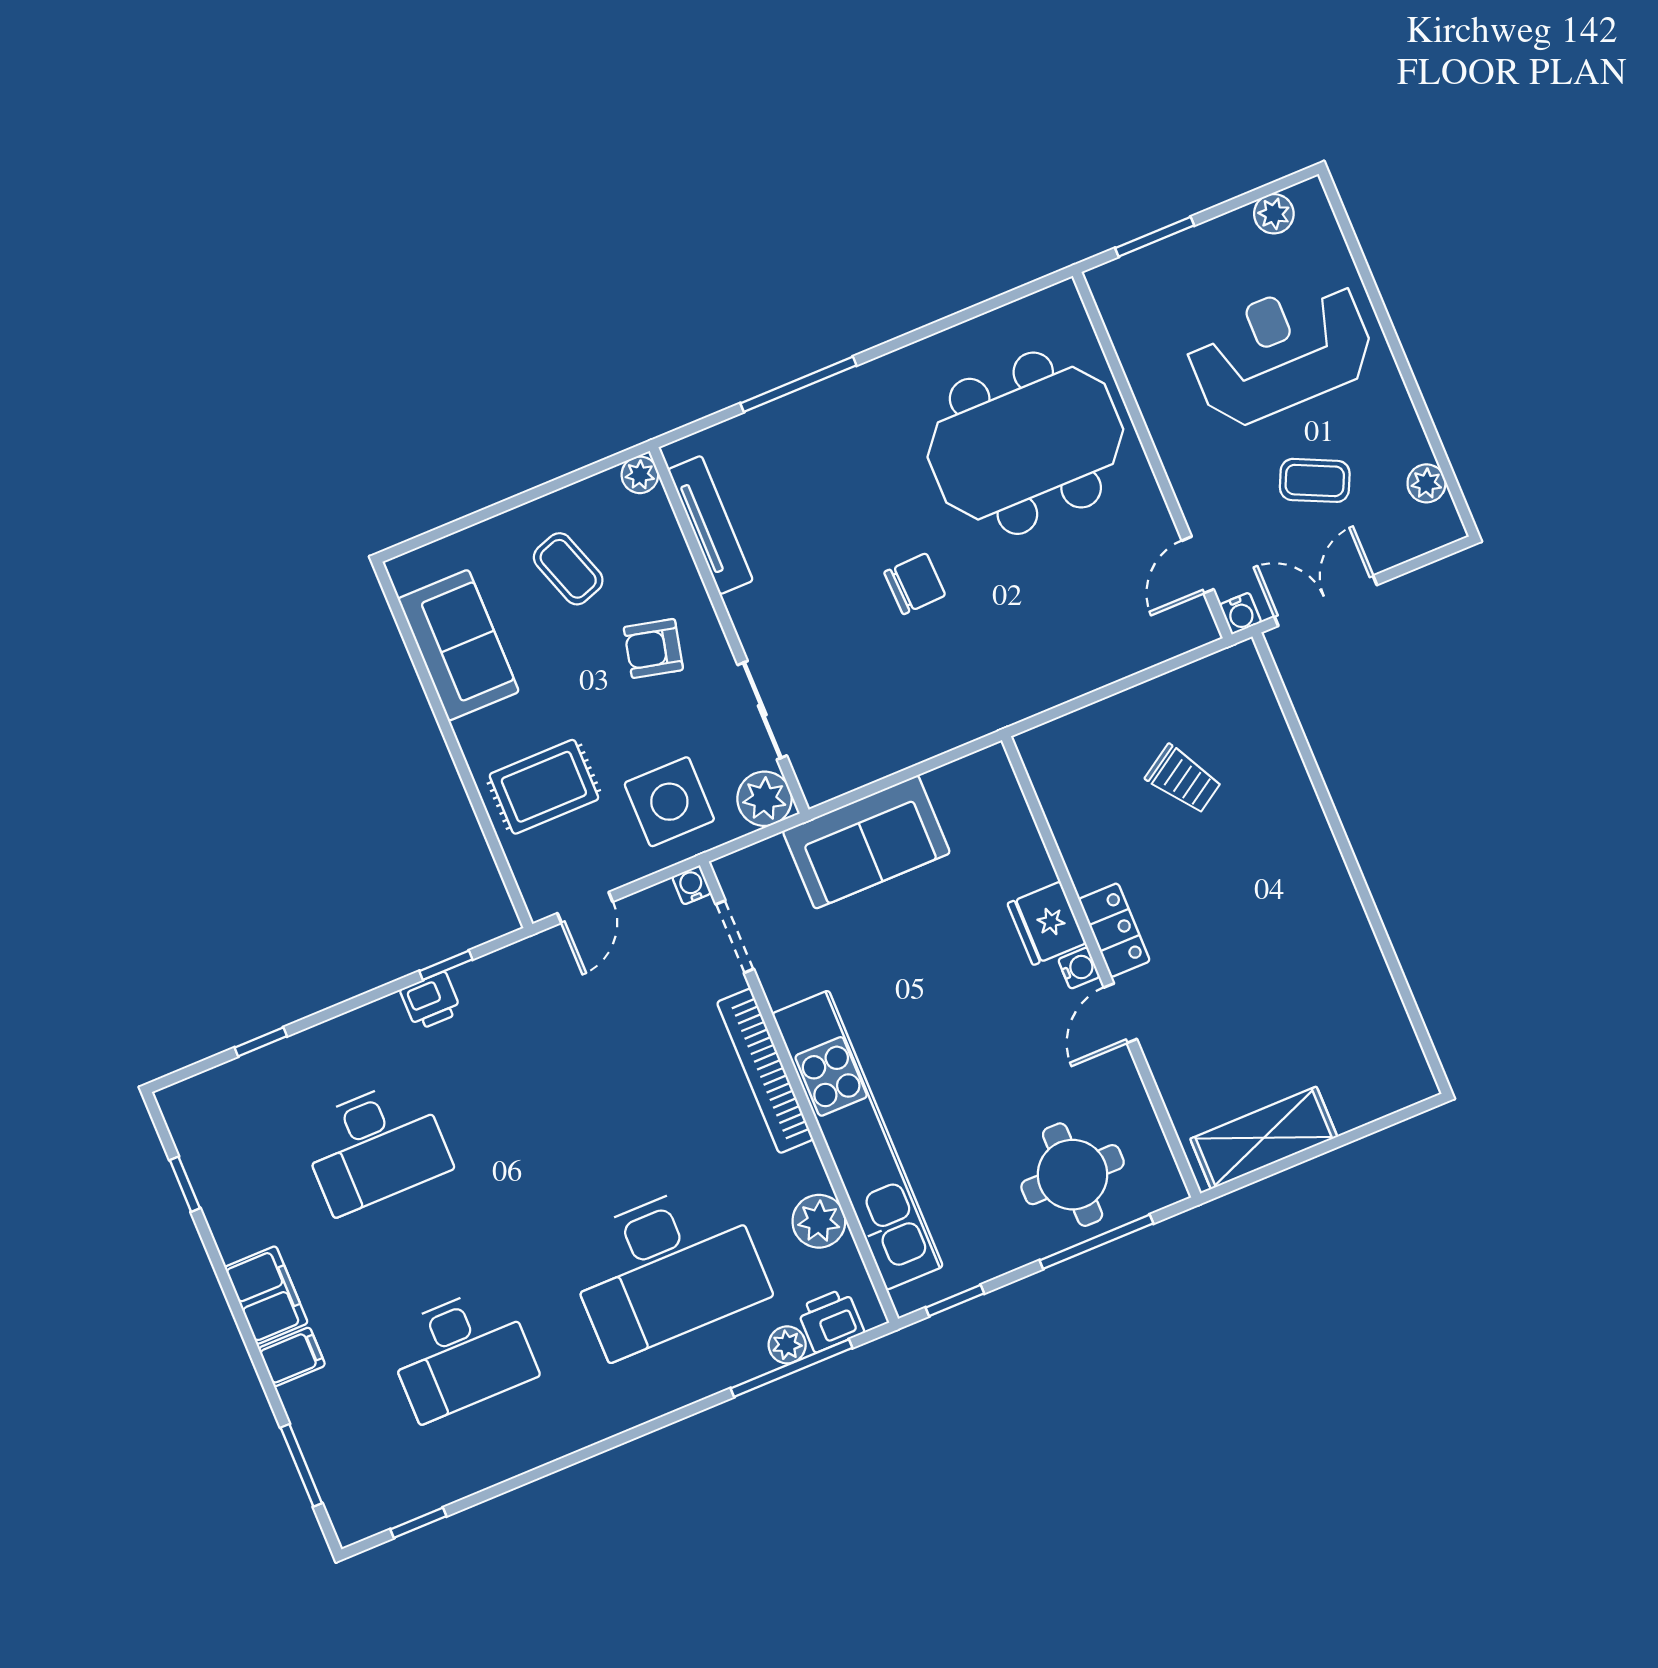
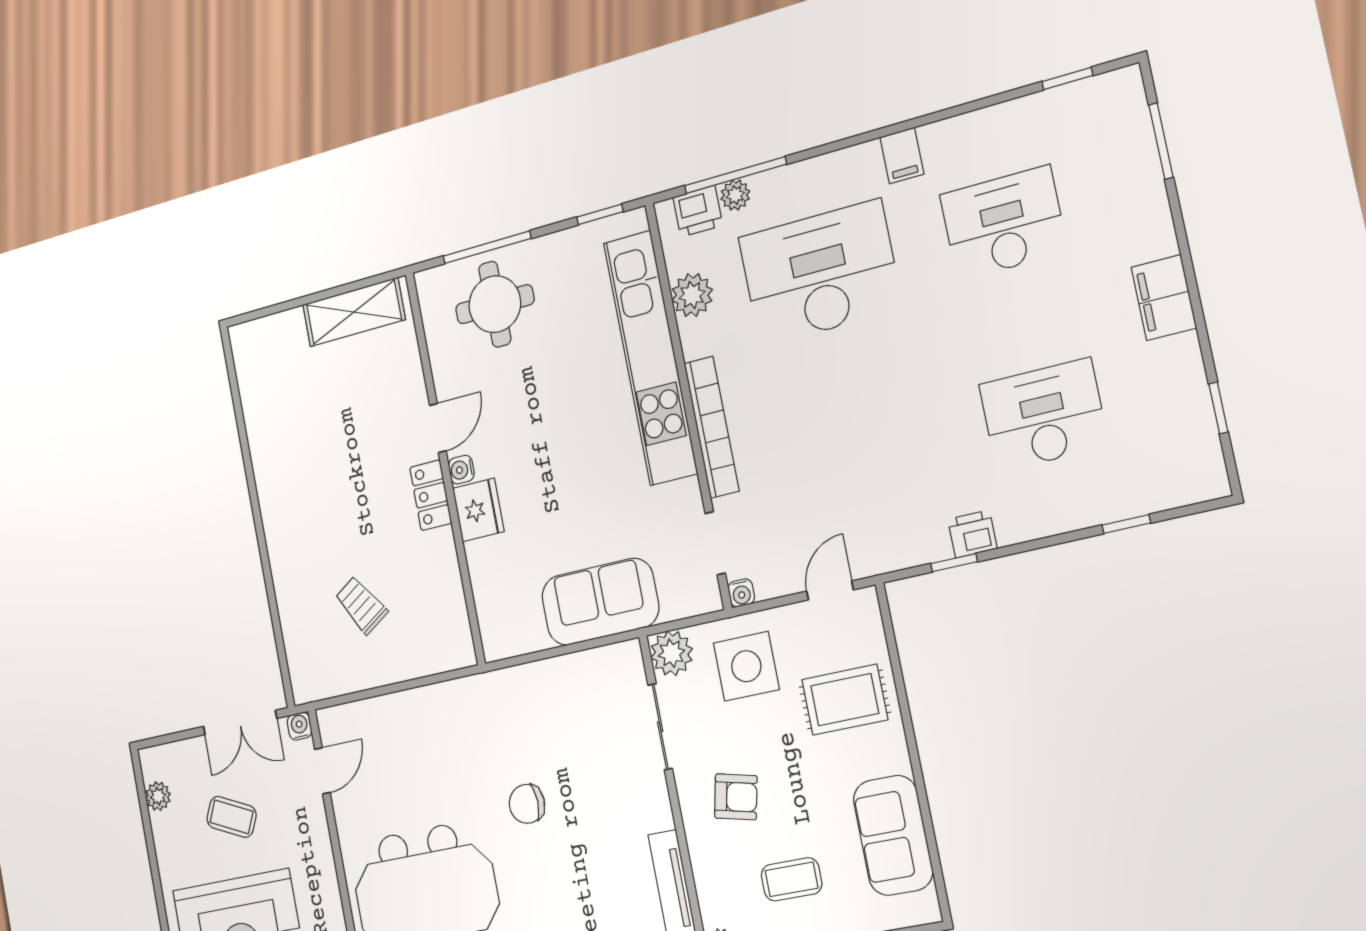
coffee table: (568, 569) -> (792, 879), turned -71
filing cabinet: (292, 1357) -> (902, 156), moved, turned -90

